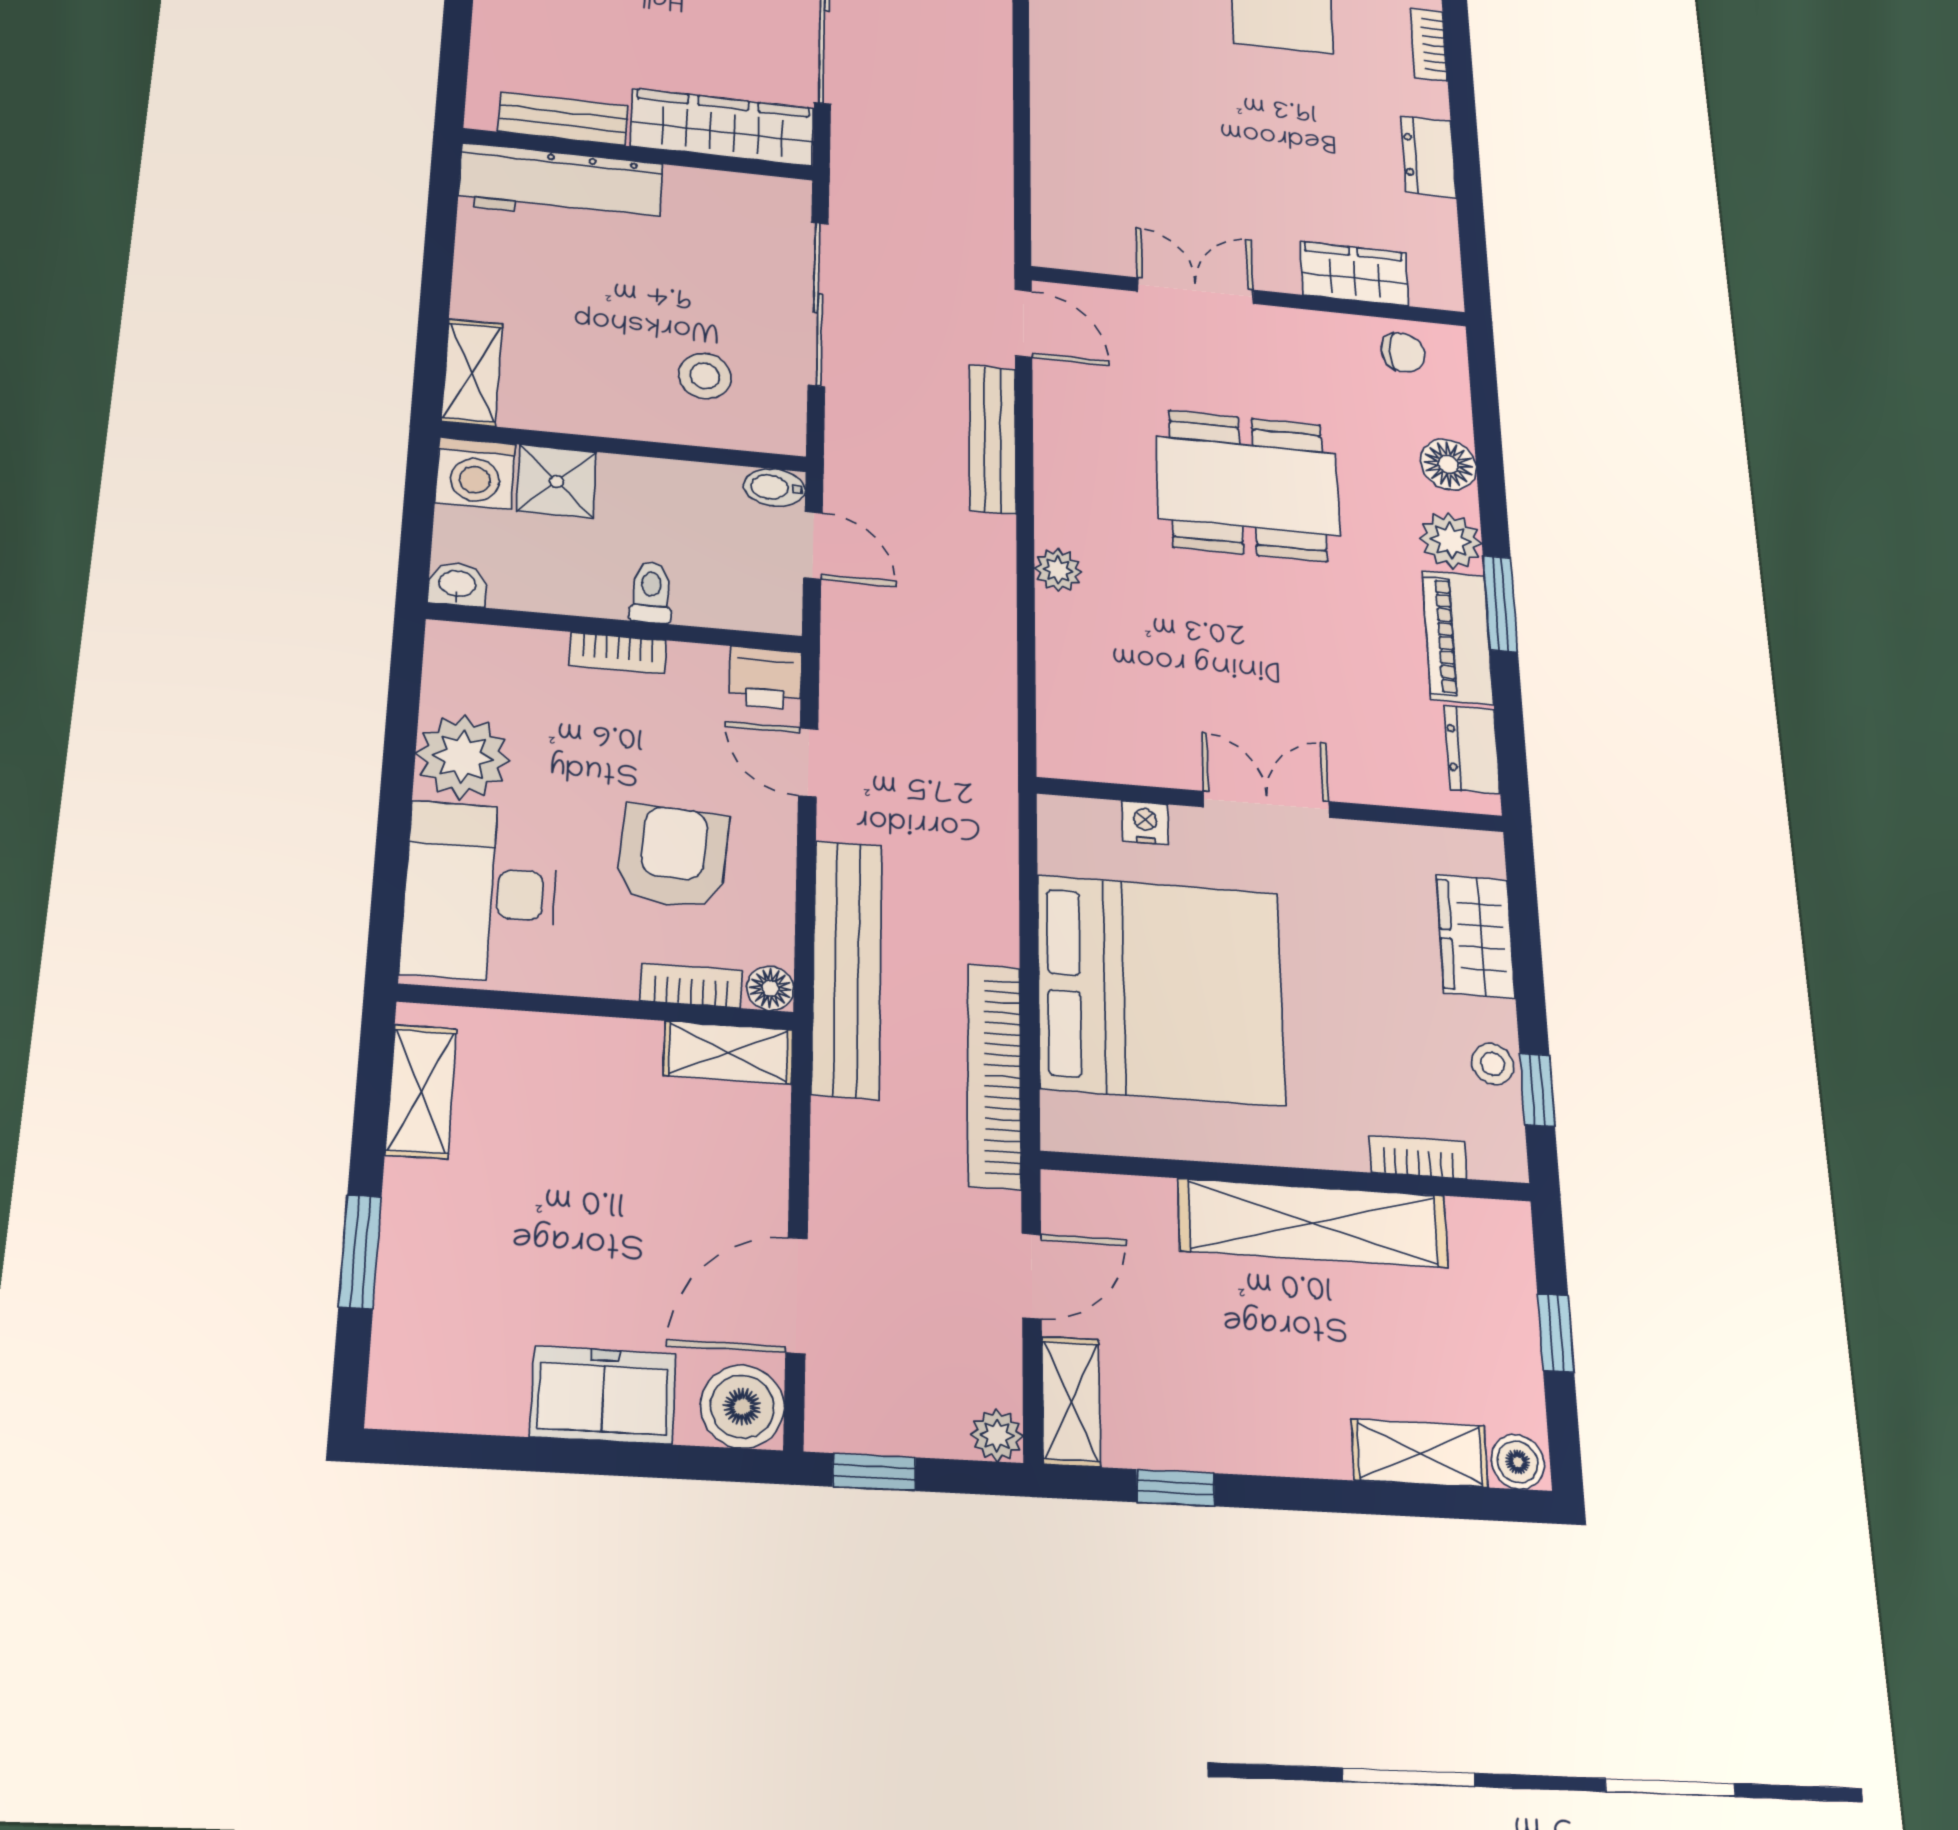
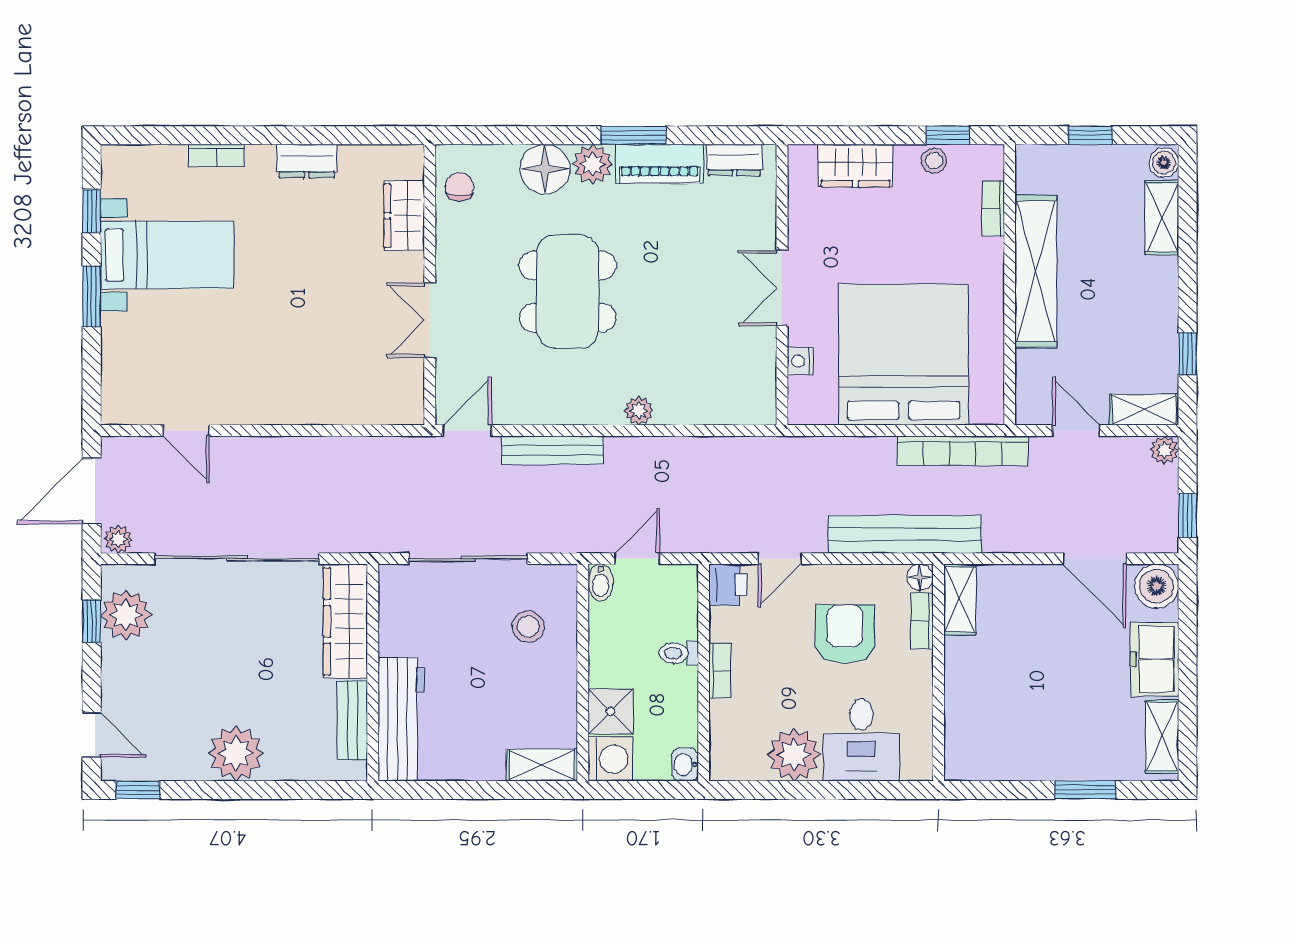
floor lamp: (1448, 464) -> (545, 169), width x1.38, depth x1.38
armchair: (673, 857) -> (845, 634), turned 86
desk: (480, 892) -> (861, 740), width x0.73
shelving: (421, 1091) -> (1162, 736), moved, turned 90

